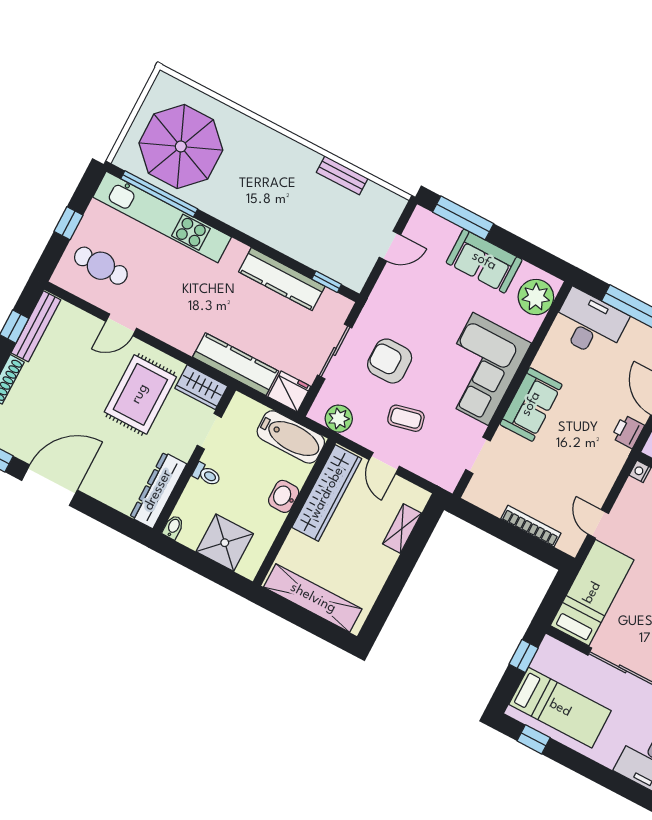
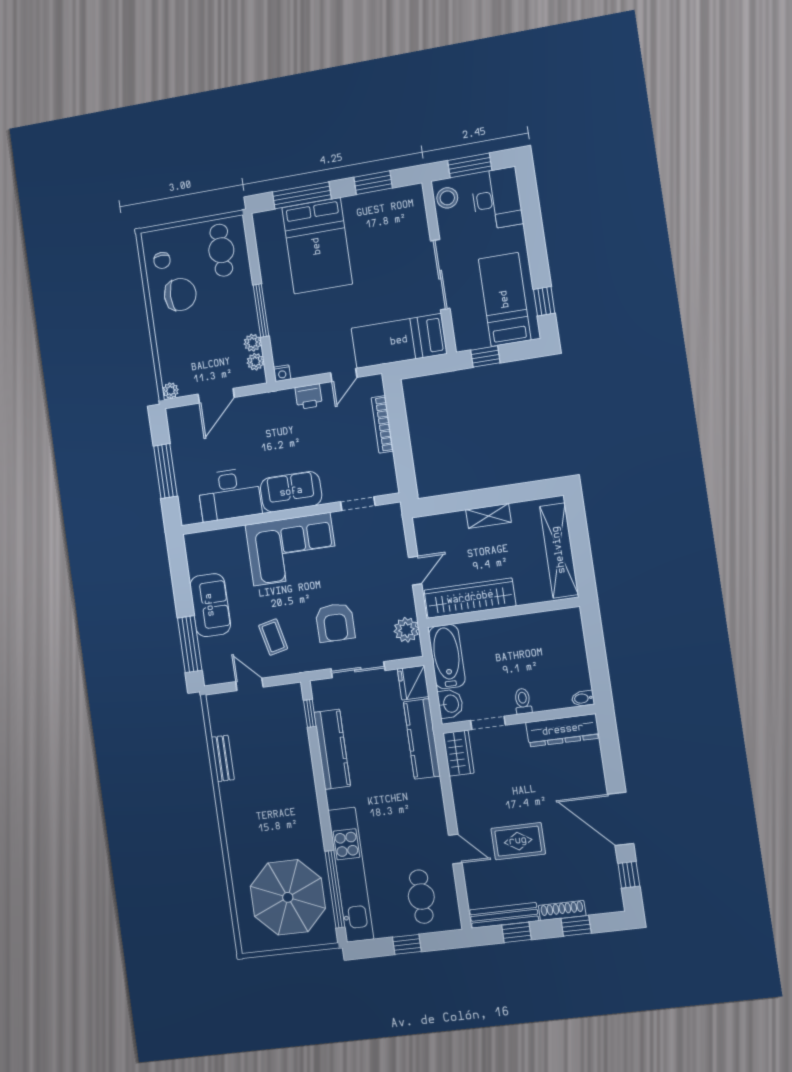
plant: (536, 297) -> (209, 547), removed
desk: (589, 324) -> (229, 494), moved, turned -90
rug: (140, 394) -> (518, 841), moved, width x0.73, depth x0.70
coffee table: (406, 418) -> (273, 637), moved
printer: (628, 432) -> (309, 397), moved
washbasin: (284, 496) -> (450, 704), moved, turned -90
shelving: (402, 528) -> (488, 516), moved
shower: (225, 543) -> (566, 650), removed

